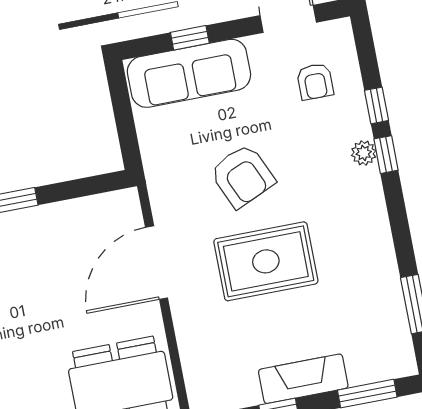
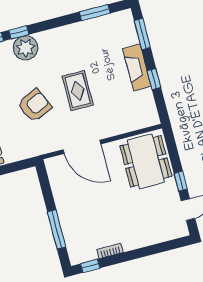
plant: (364, 153) -> (26, 48), width x1.88, depth x1.88
rug: (266, 261) -> (78, 91), width x0.73, depth x0.70

